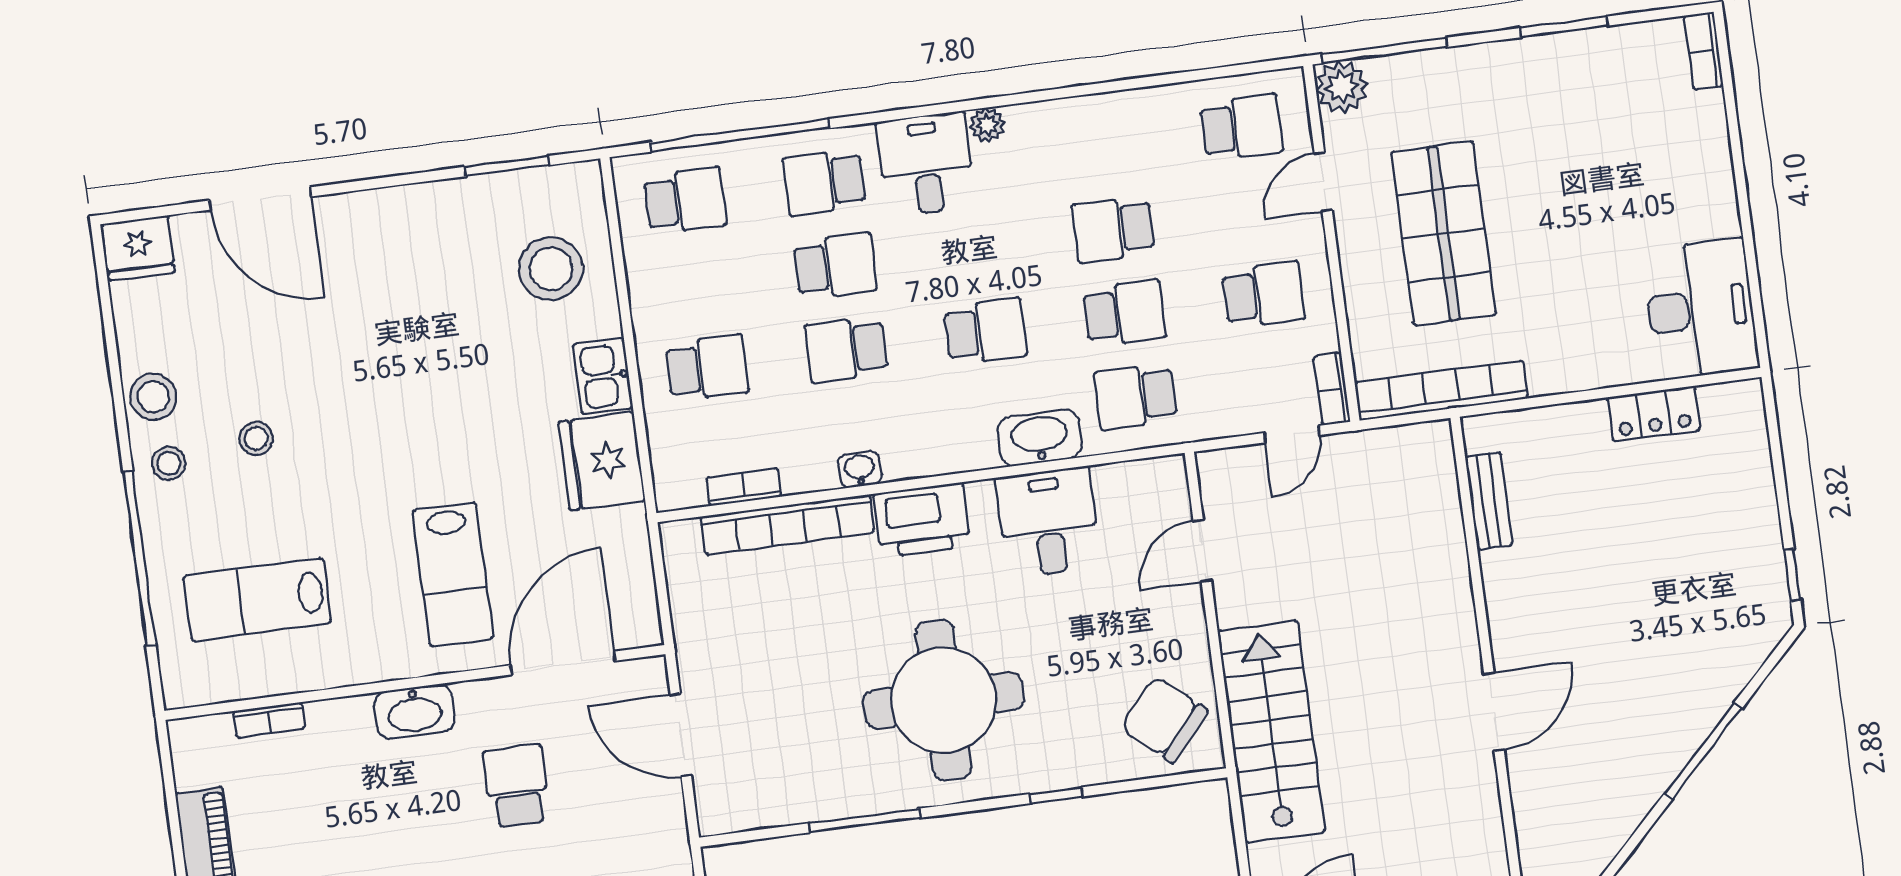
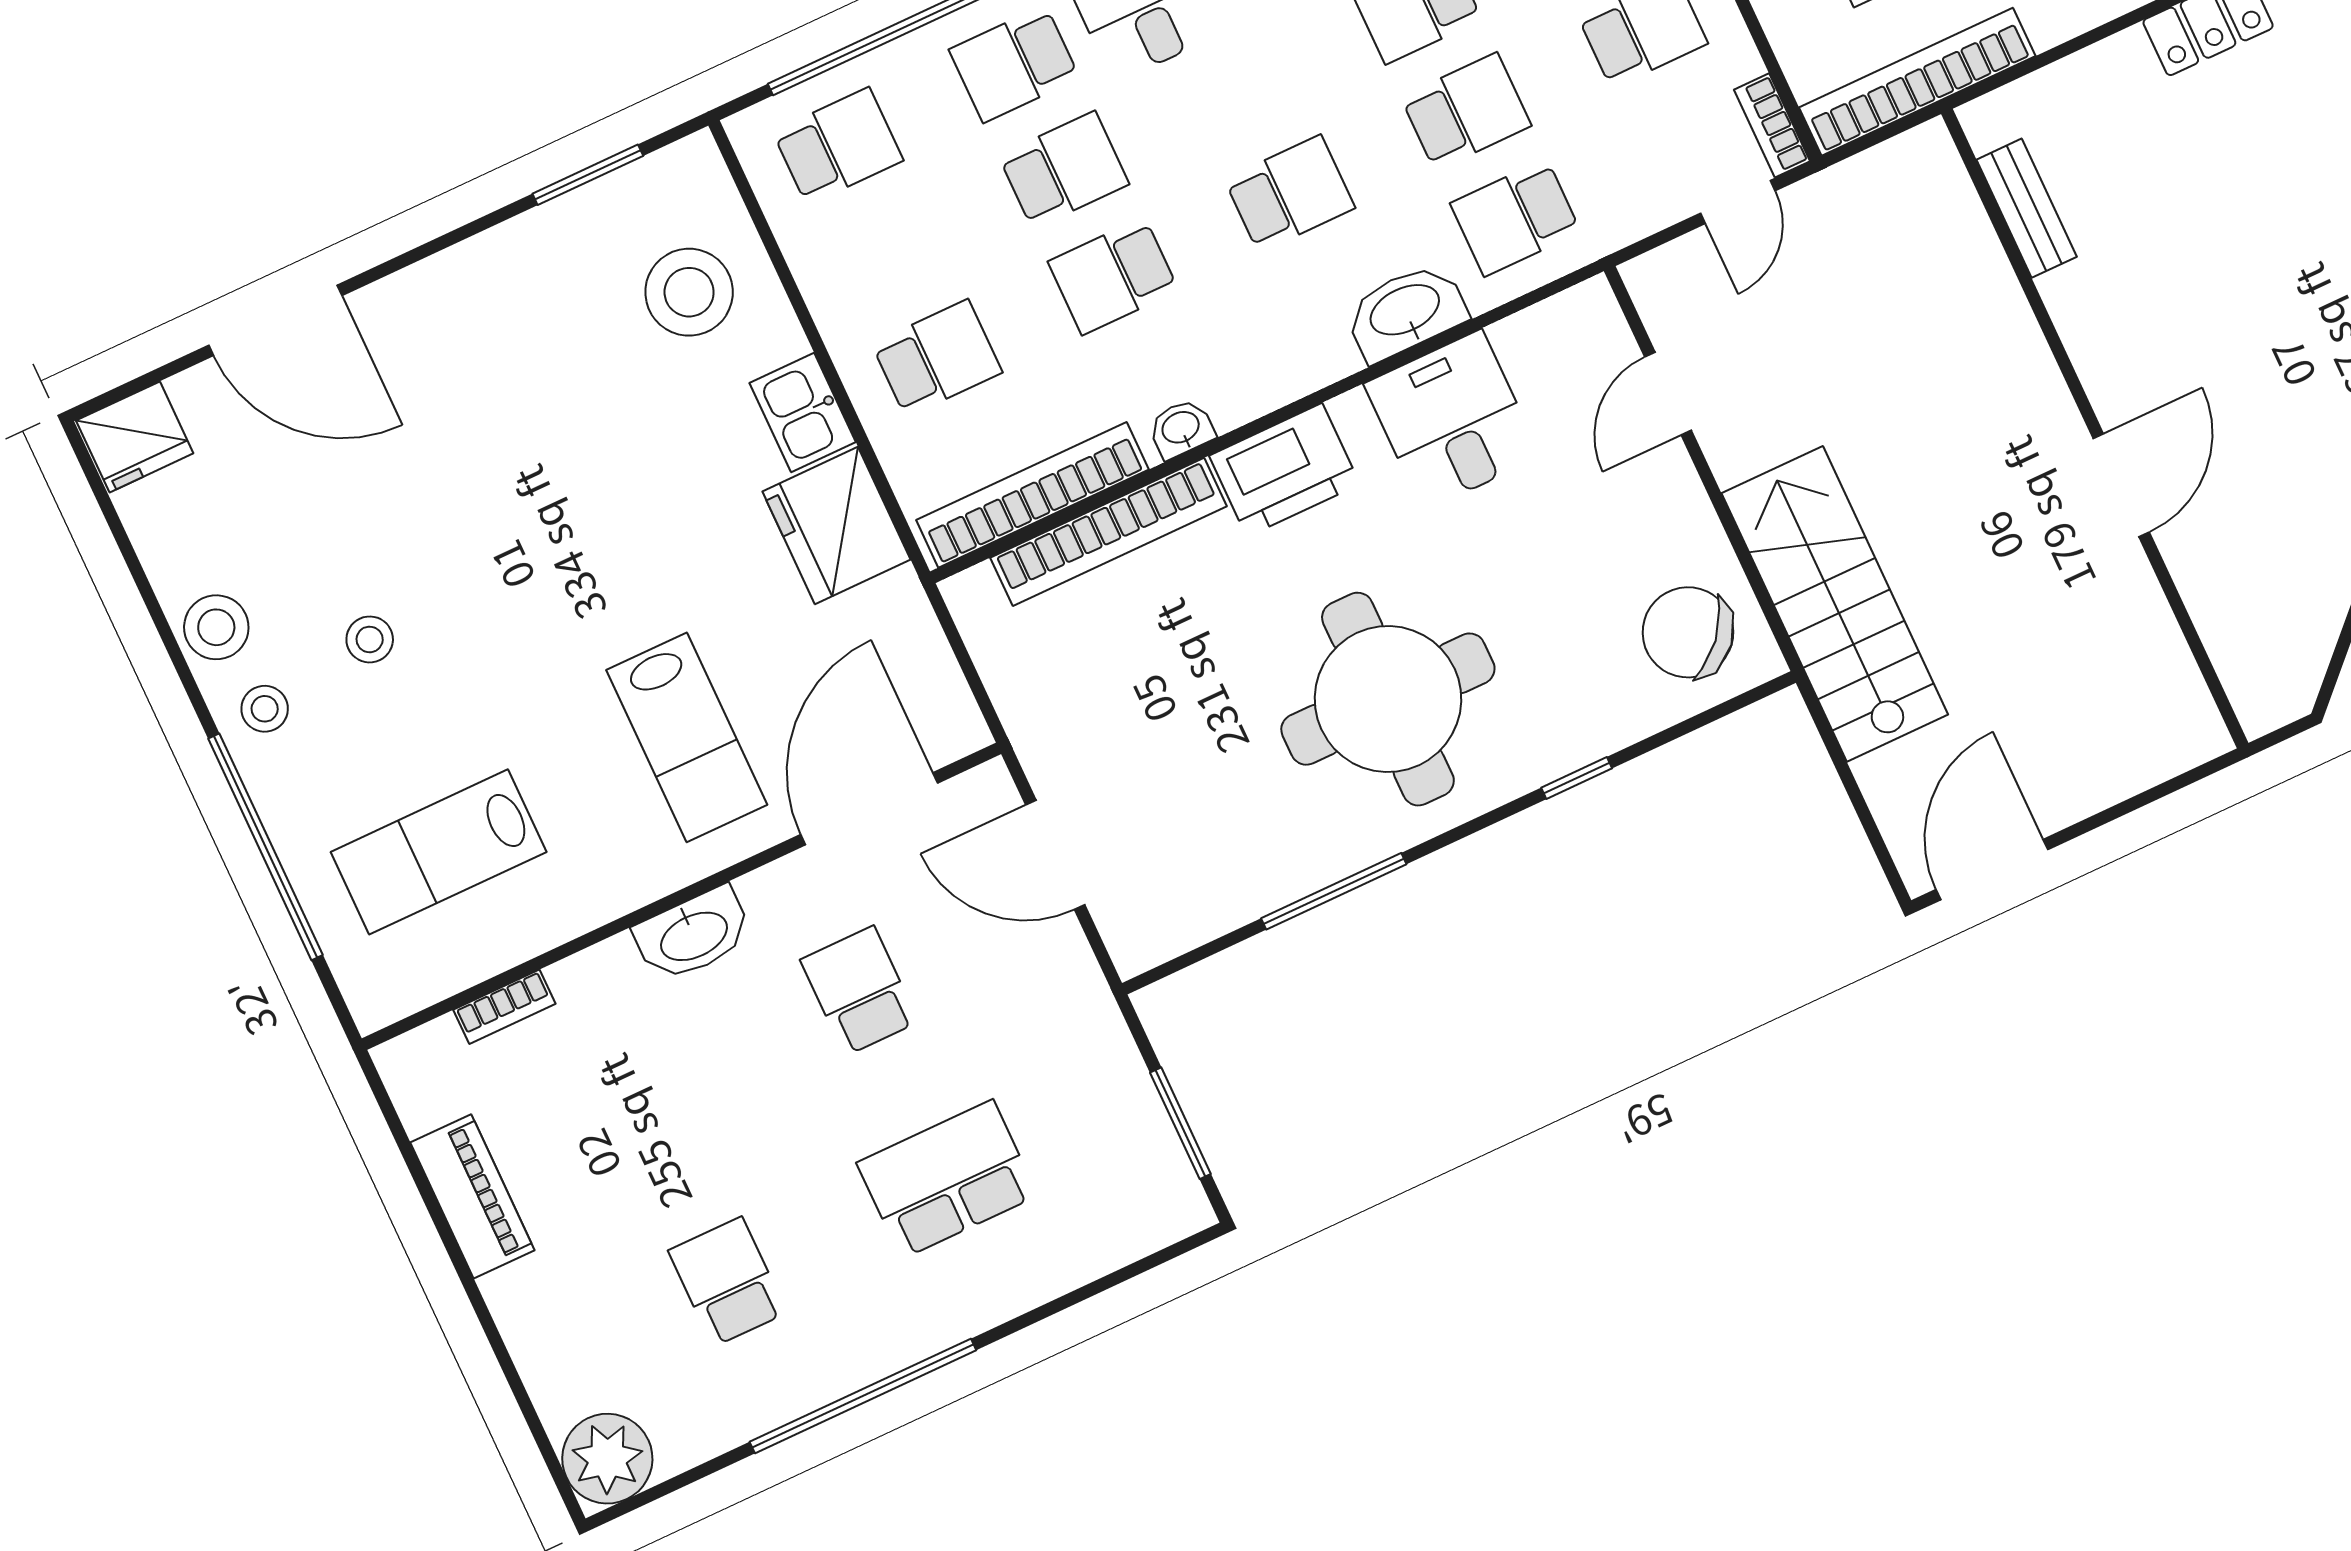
bookcase: (744, 487) -> (1032, 495), width x2.31, depth x1.31

